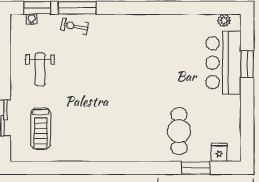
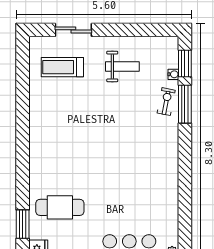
water cooler: (32, 19) -> (173, 74), moved
weight bench: (40, 69) -> (122, 66), turned 180

